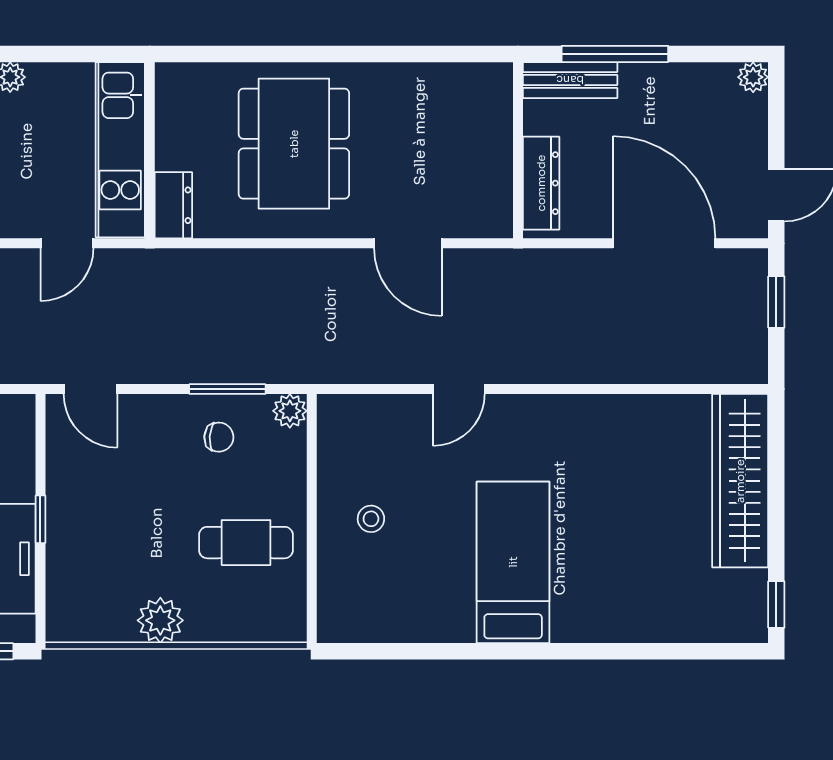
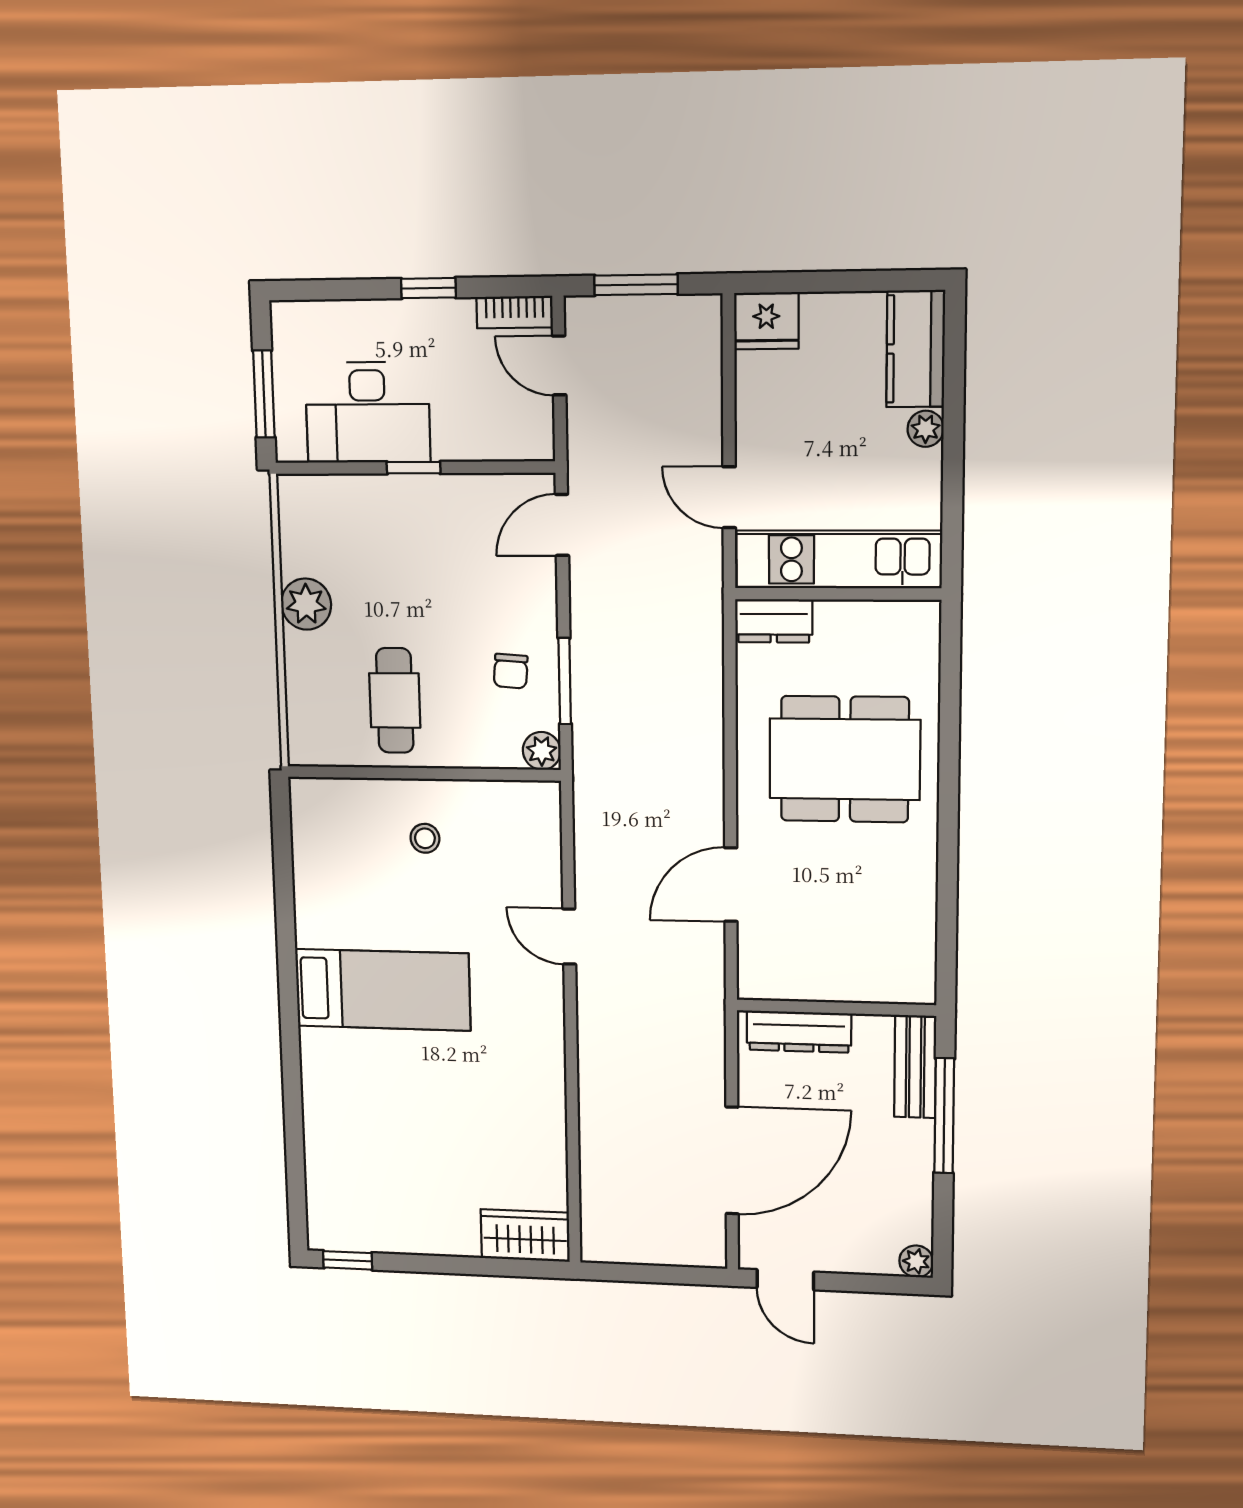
window: (776, 302) -> (669, 1275), removed
wardrobe: (740, 481) -> (525, 1236), width x0.48, depth x0.85

